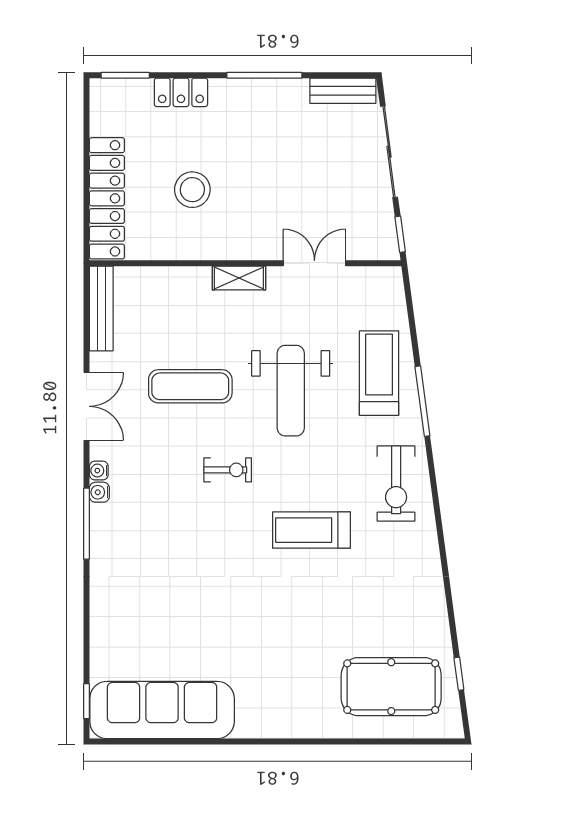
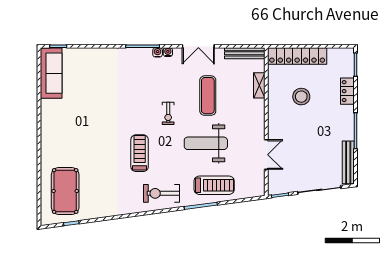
bench: (343, 91) -> (348, 162), width x1.36
shelving: (239, 278) -> (259, 85), moved
sofa: (162, 710) -> (51, 73), width x0.74, depth x0.79

